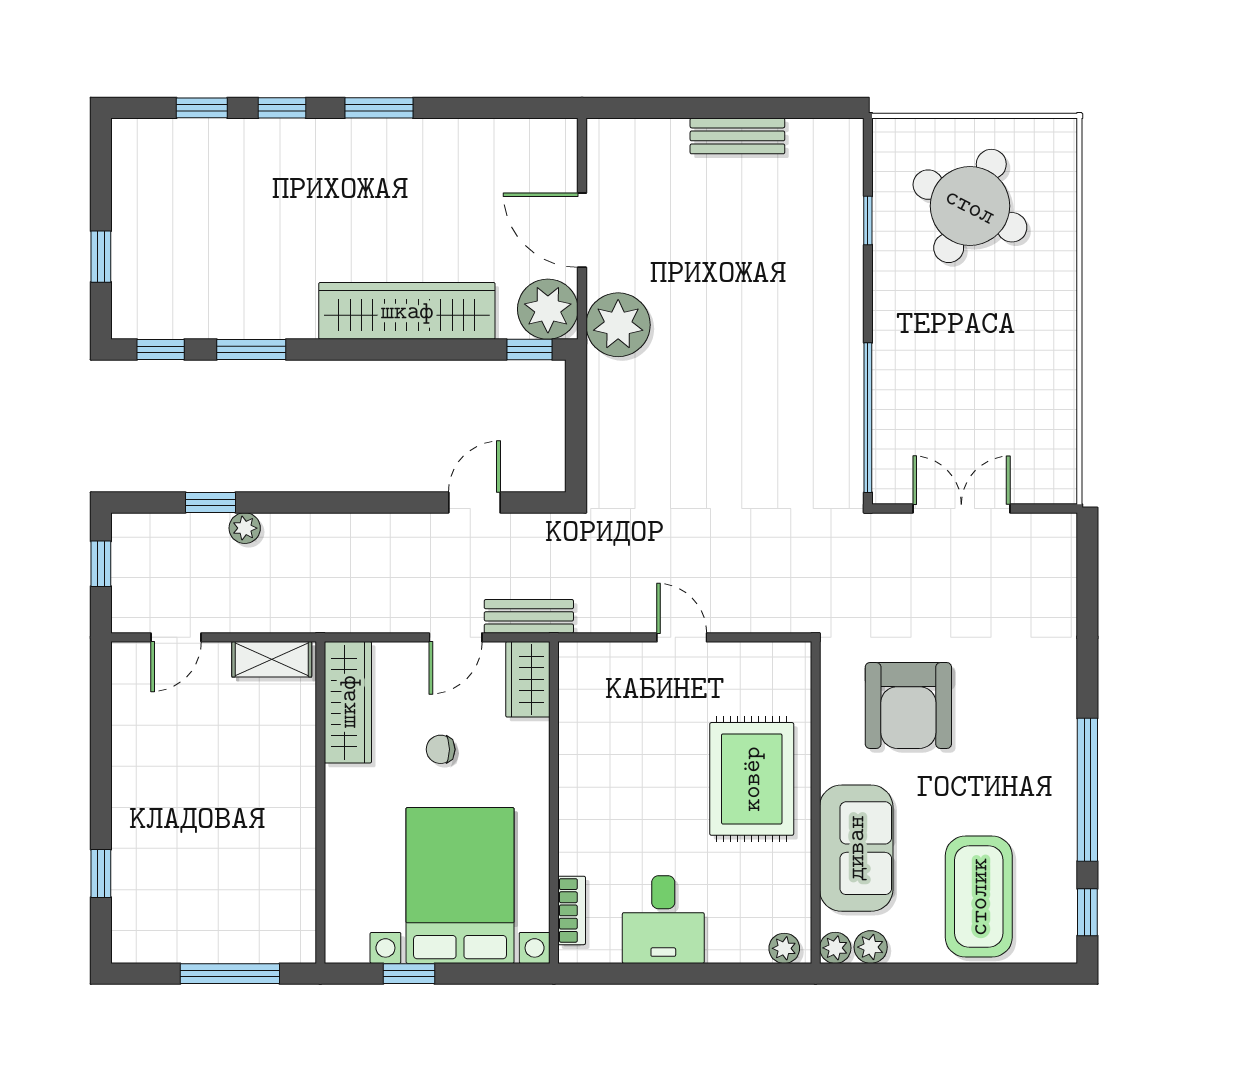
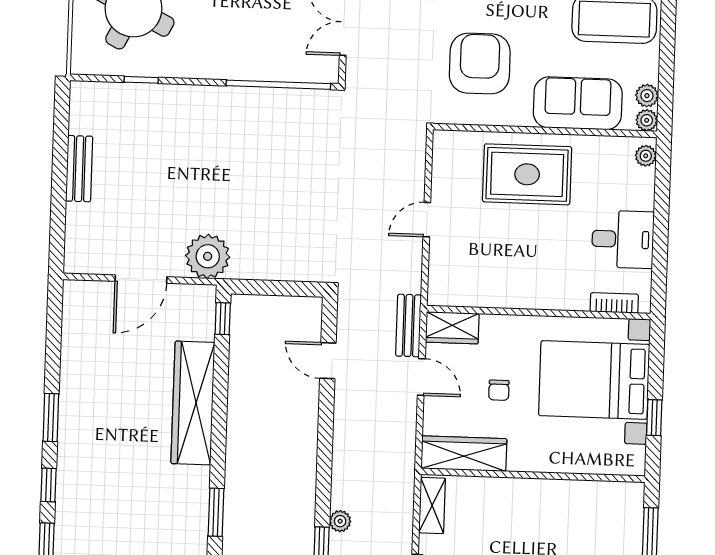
plant: (548, 309) -> (195, 305), removed
armchair: (908, 705) -> (480, 63), turned -90

